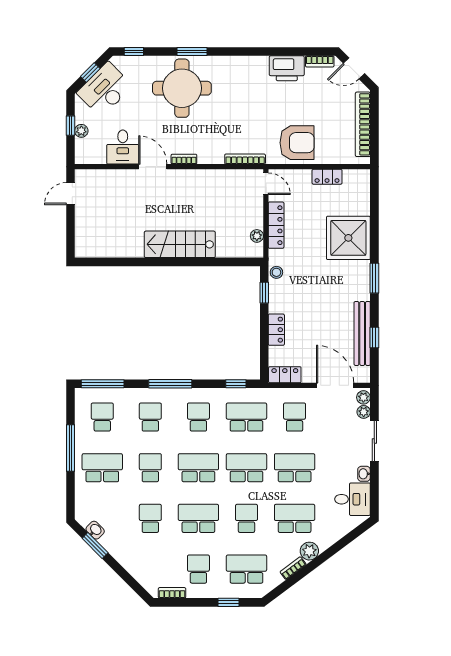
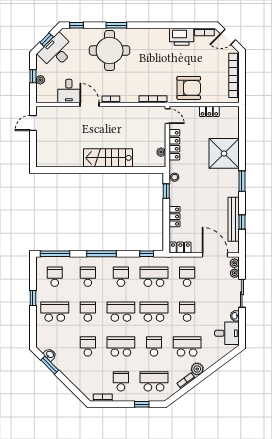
window: (71, 448) -> (33, 298), width x0.46
school desk: (295, 468) -> (187, 312), width x0.54

